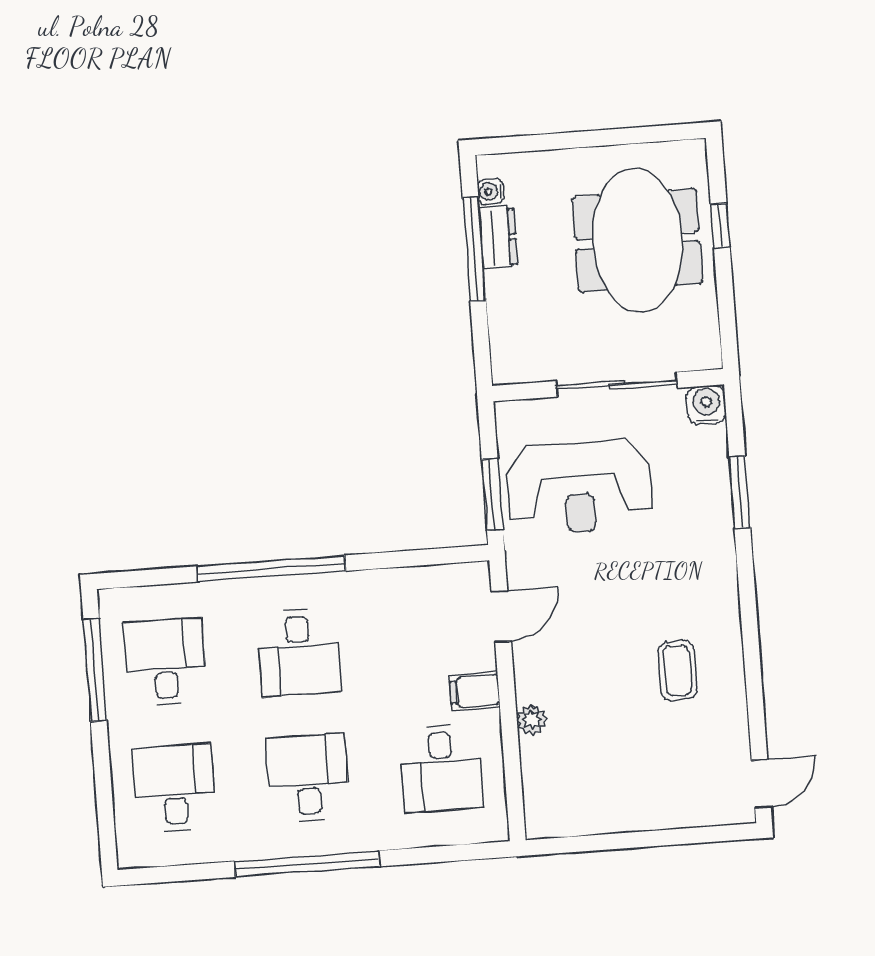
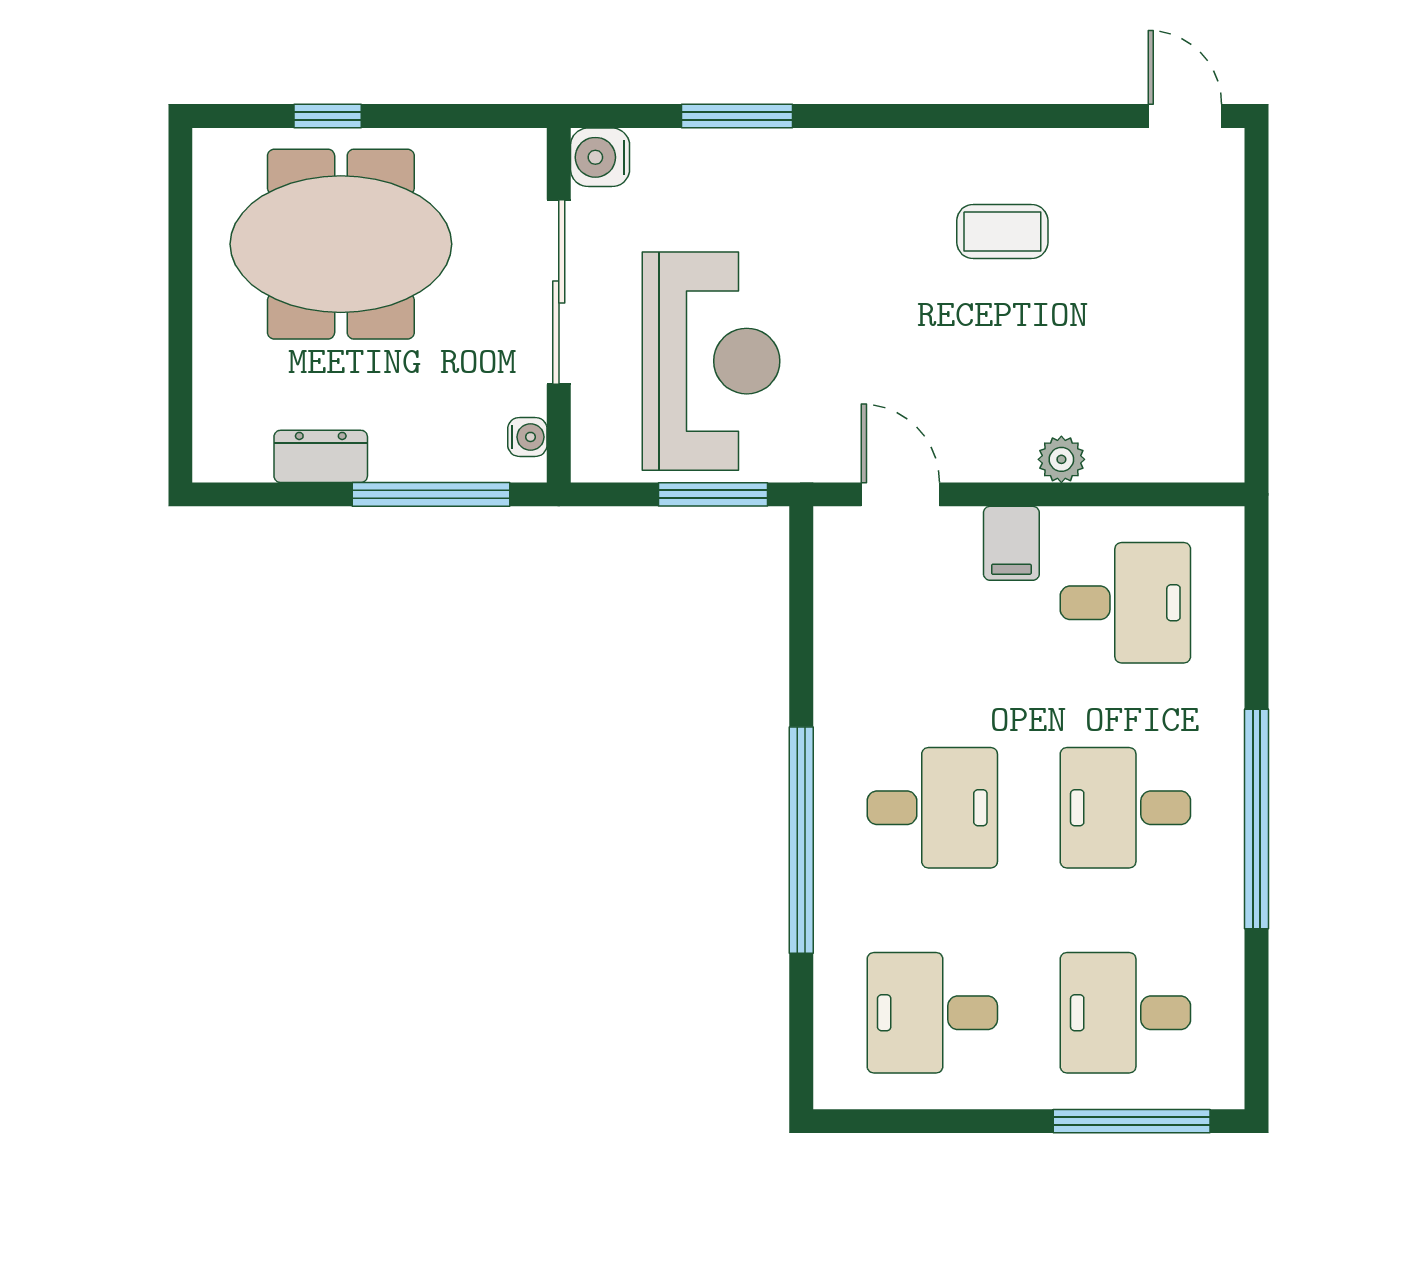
water cooler: (491, 192) -> (527, 437), moved, turned -90
window: (474, 249) -> (431, 494), moved
window: (95, 670) -> (1132, 1121), moved

